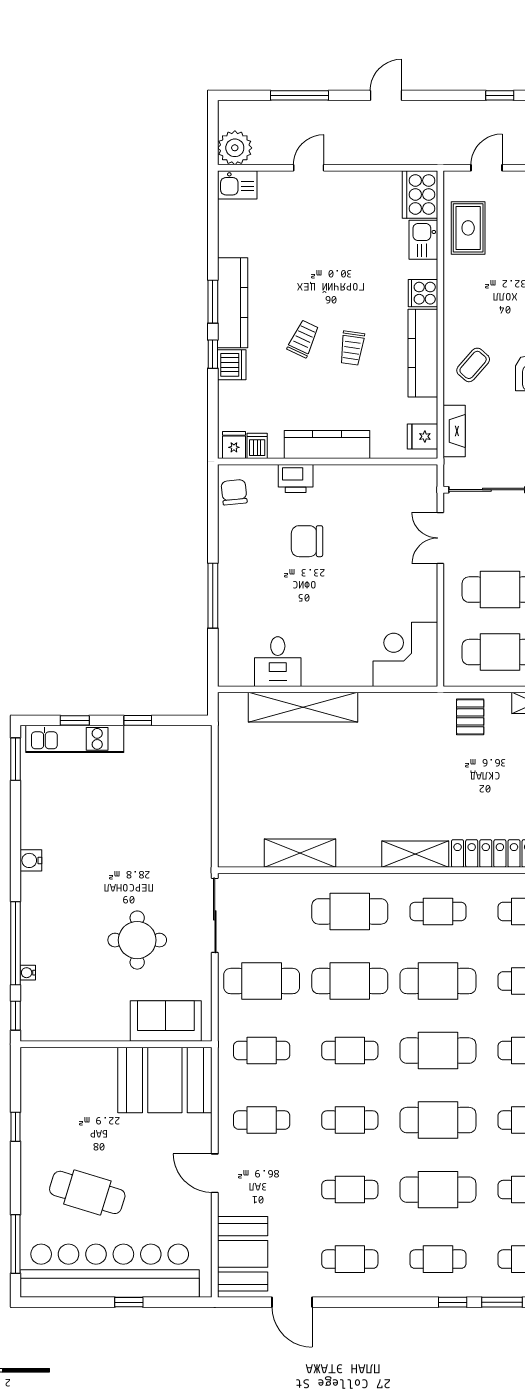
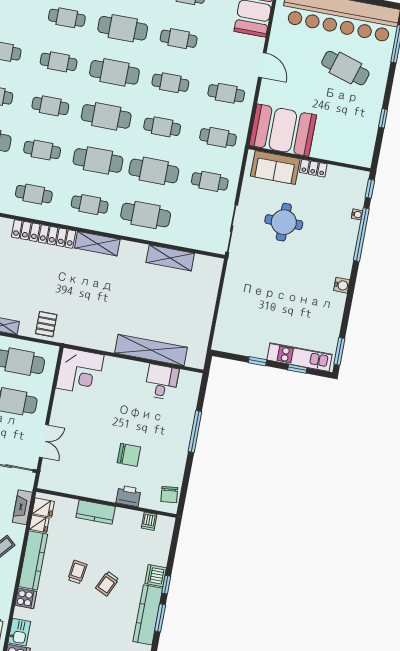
kitchen counter: (327, 444) -> (96, 512), width x0.67
fridge: (234, 445) -> (39, 524), moved, turned -90
cafe table: (262, 981) -> (210, 181), width x0.73, depth x0.74
locker: (108, 1031) -> (313, 168), added

